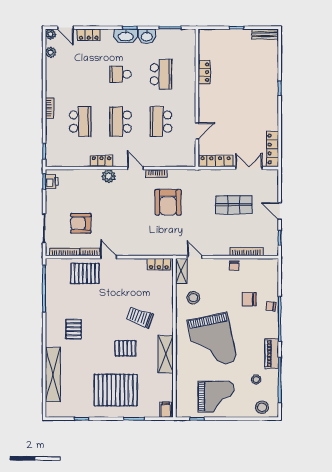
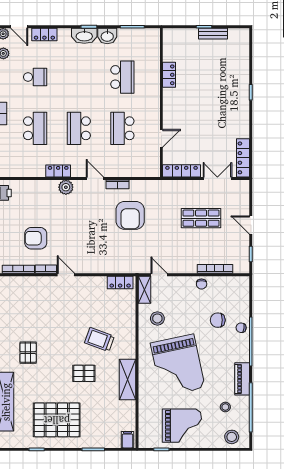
bench: (265, 34) -> (213, 34), moved
school desk: (121, 74) -> (35, 77), moved, turned 180
pallet: (85, 273) -> (40, 292), removed
pallet: (116, 390) -> (57, 420), moved

